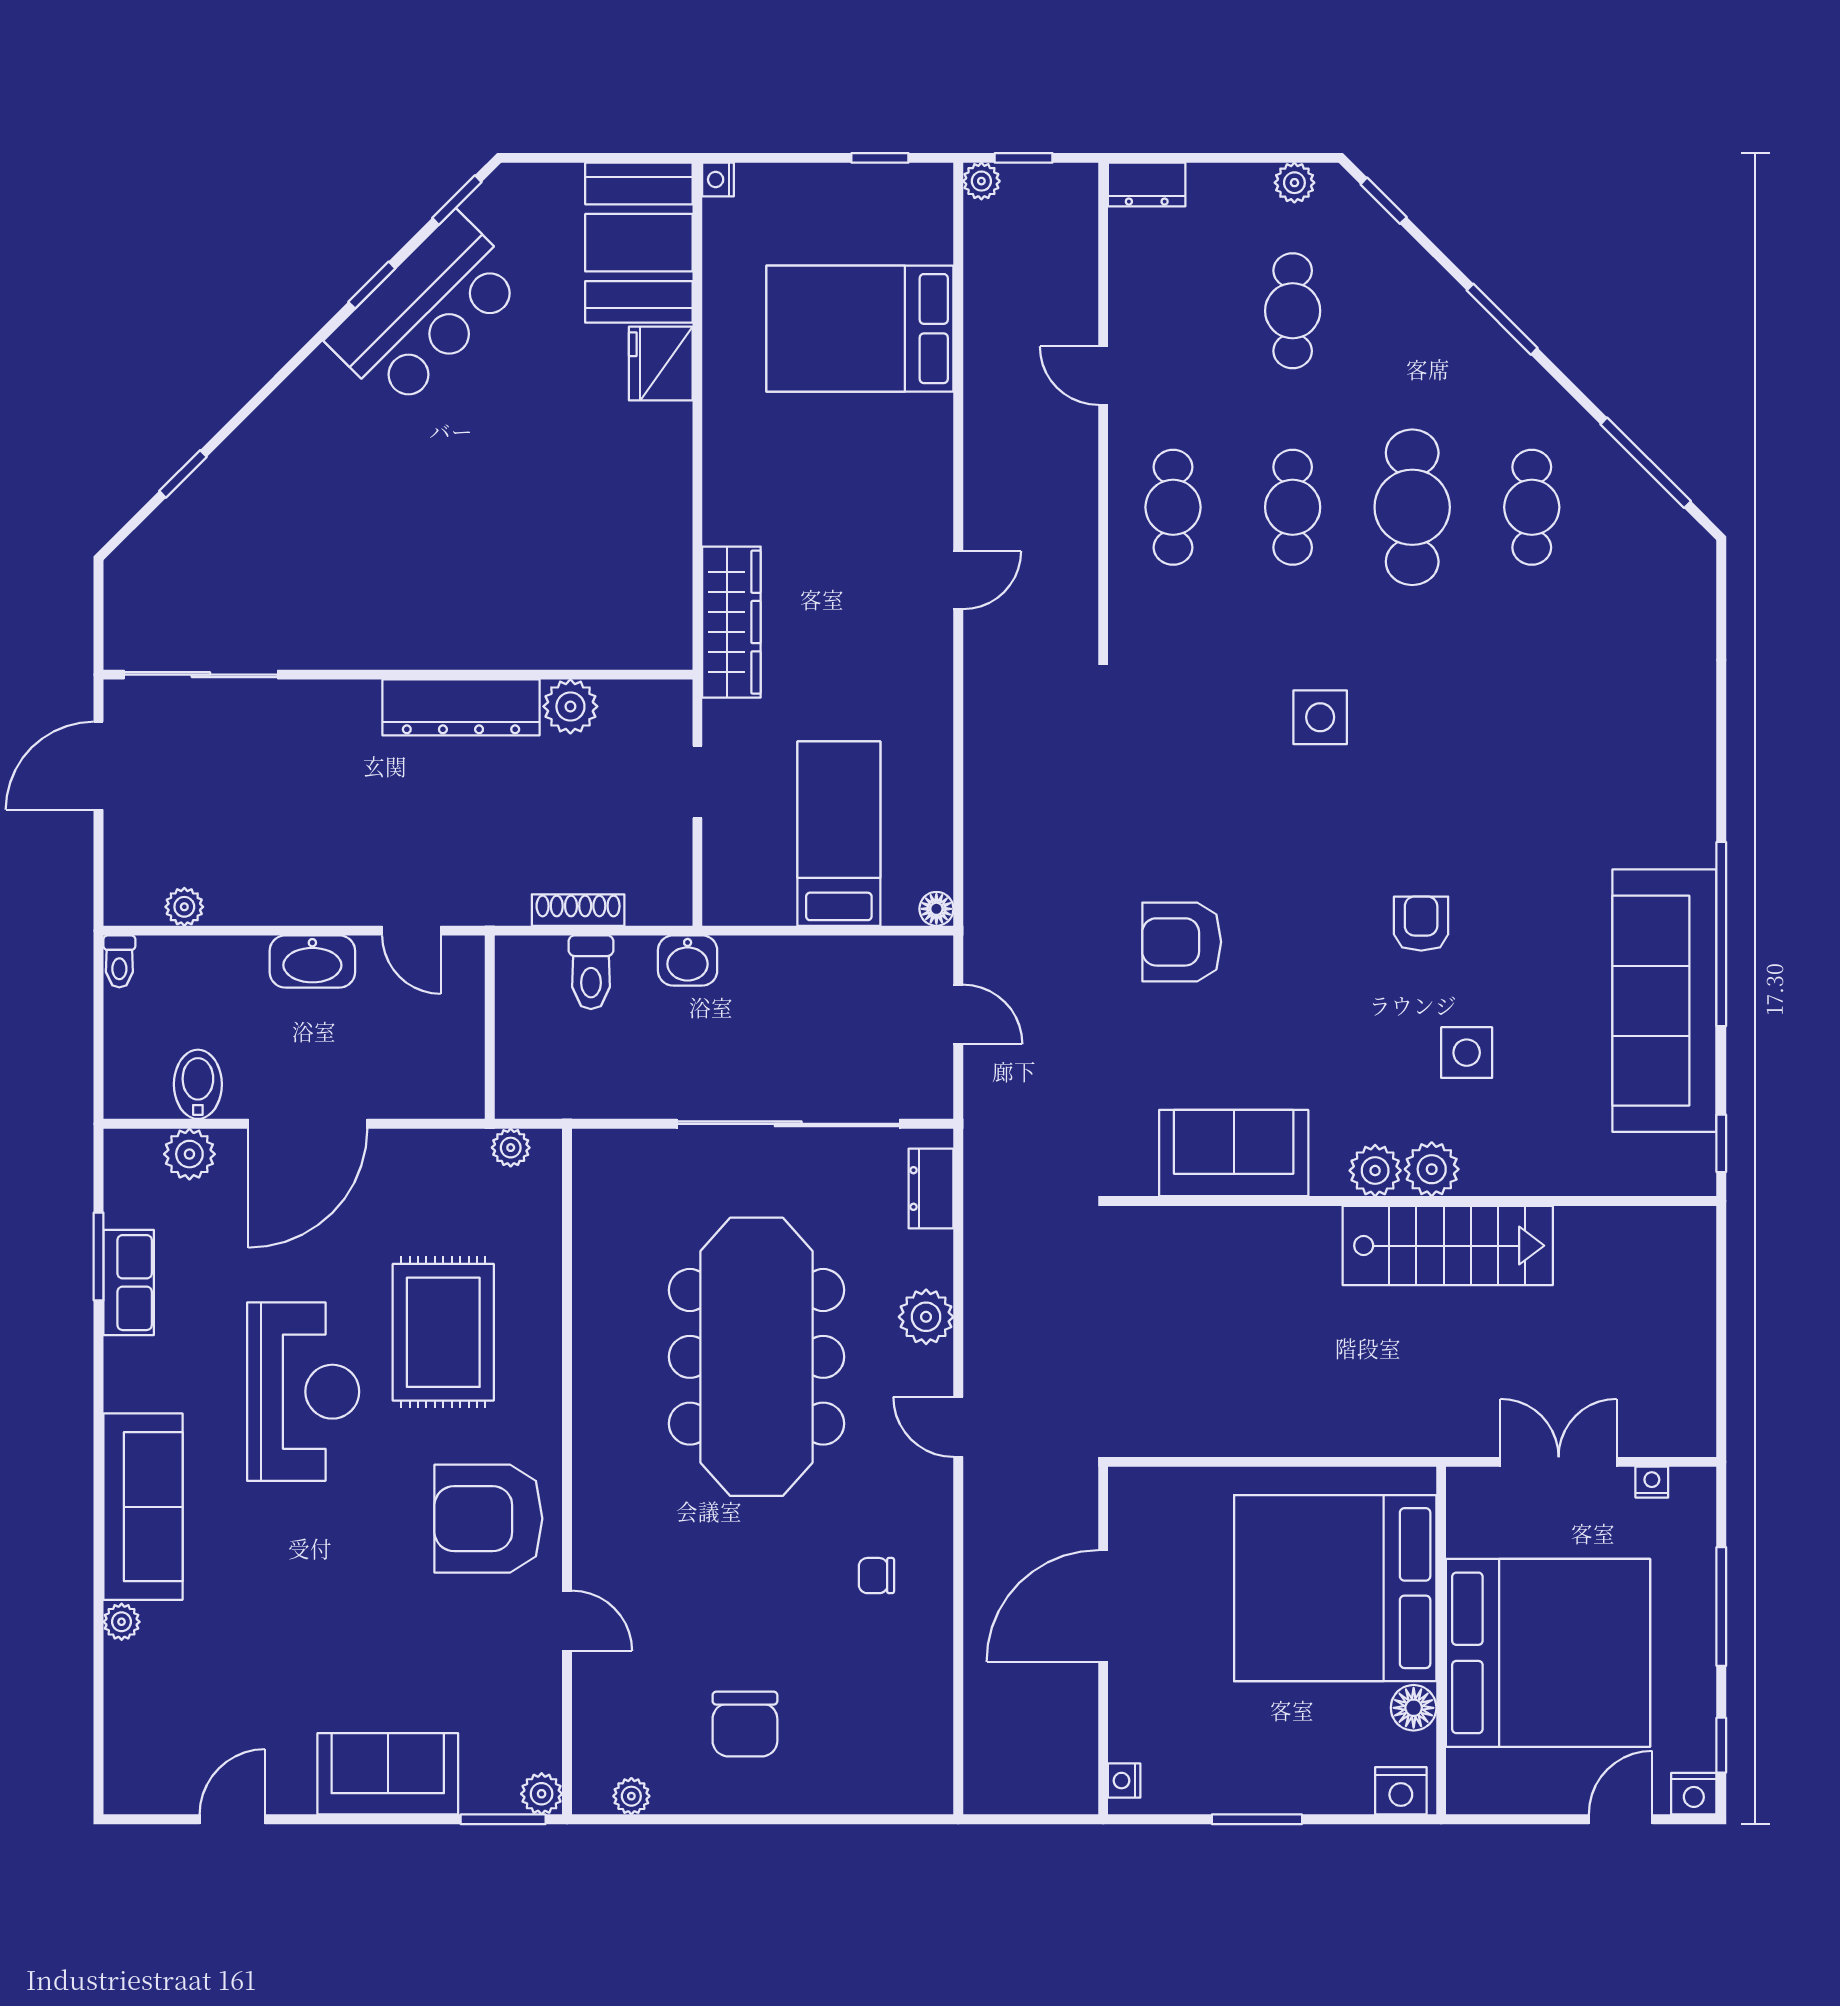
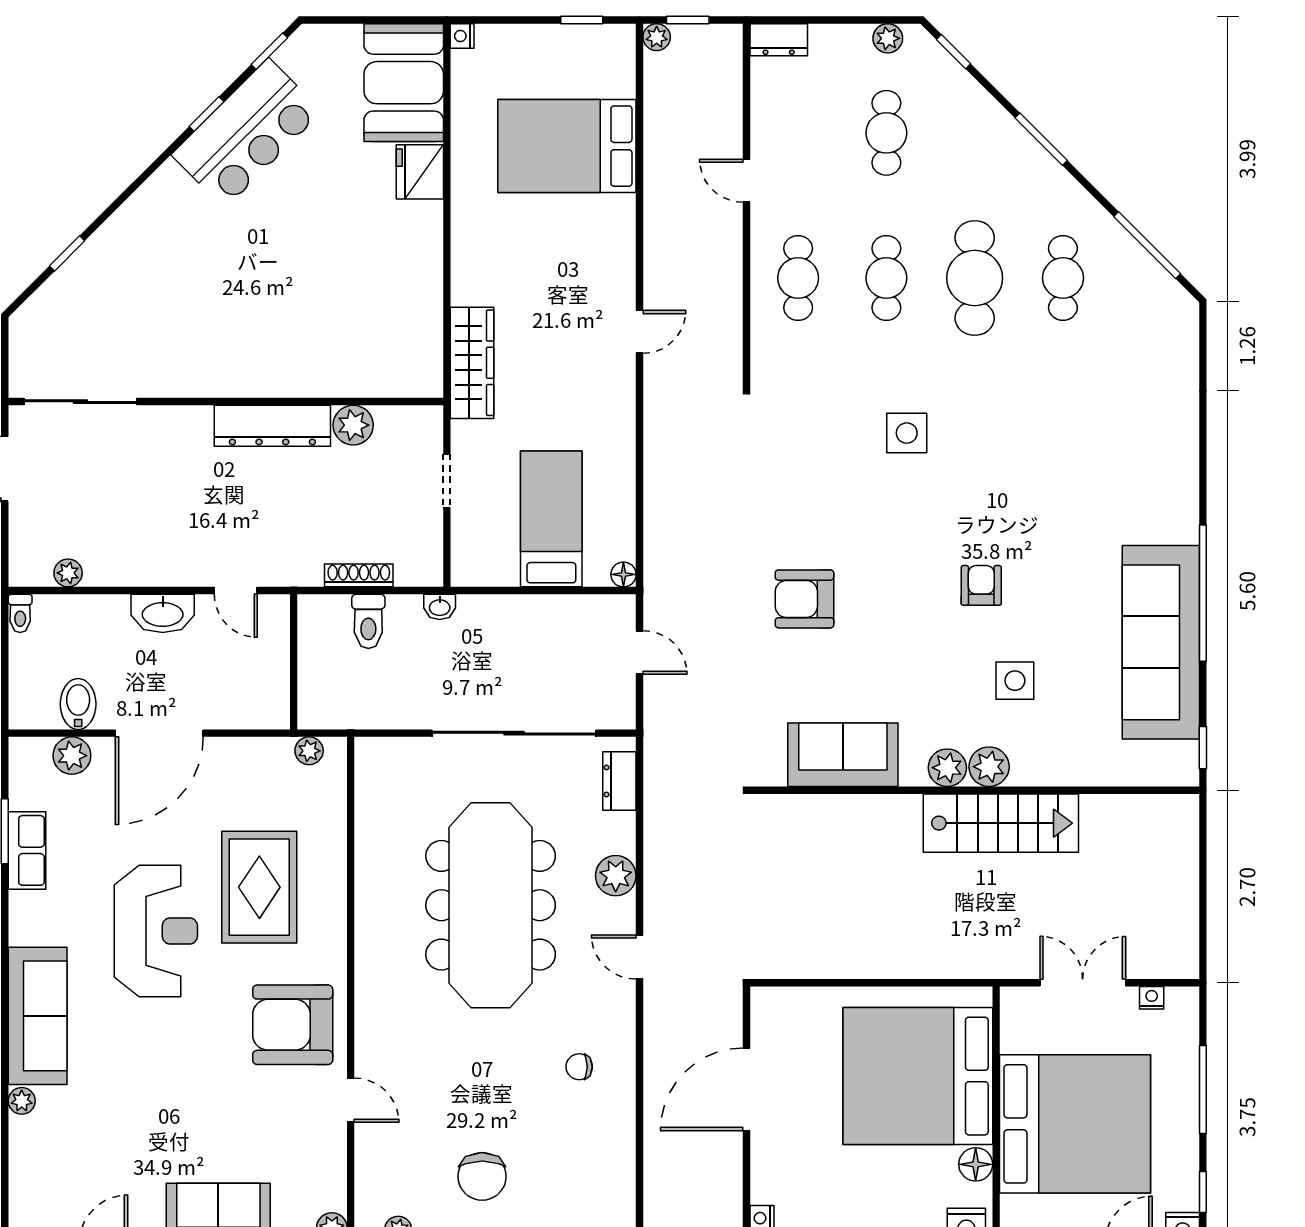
washbasin: (688, 960) -> (440, 607), width x0.72, depth x0.69

